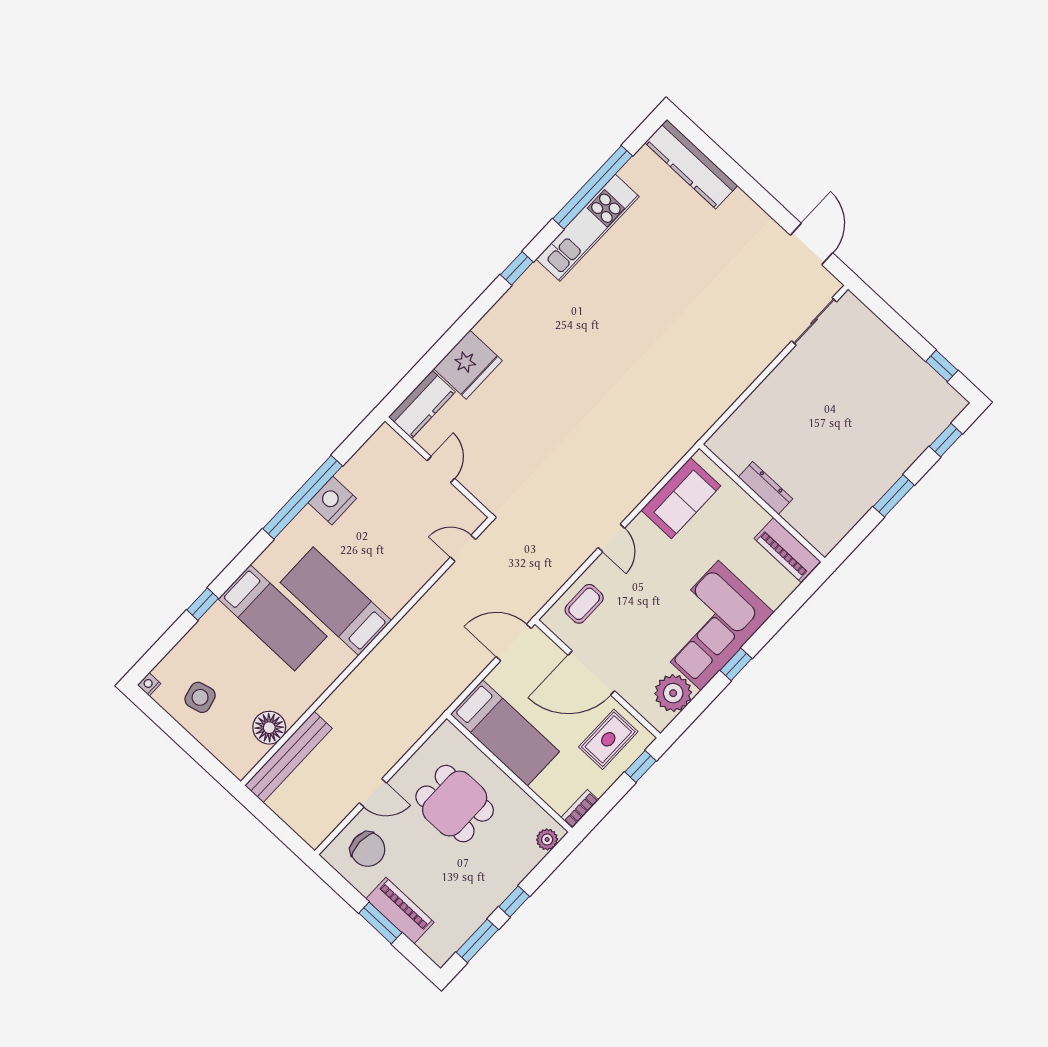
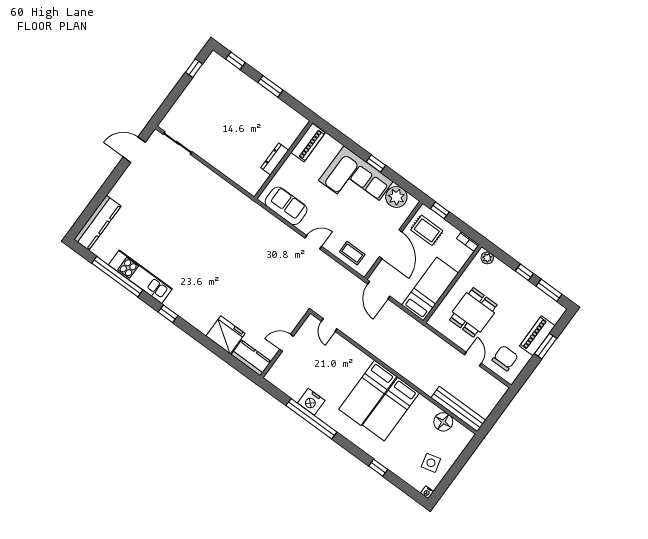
bed: (272, 618) -> (391, 409), moved, turned 180

